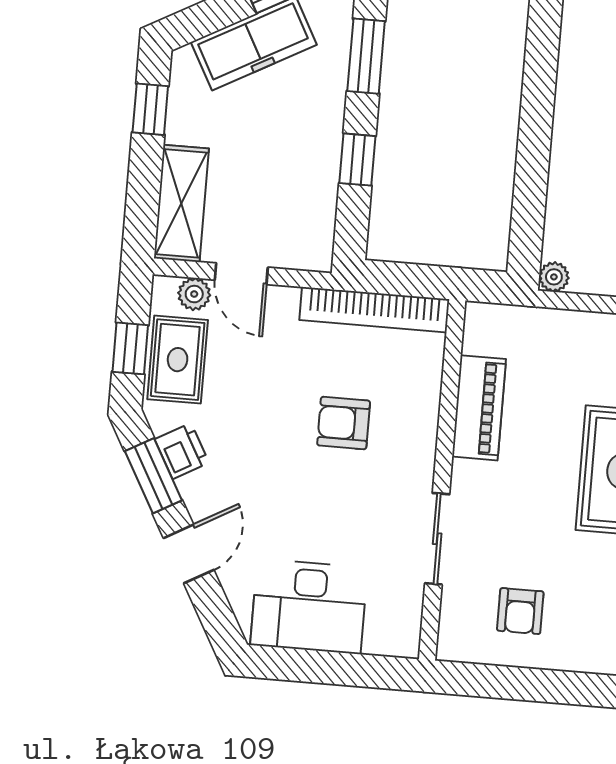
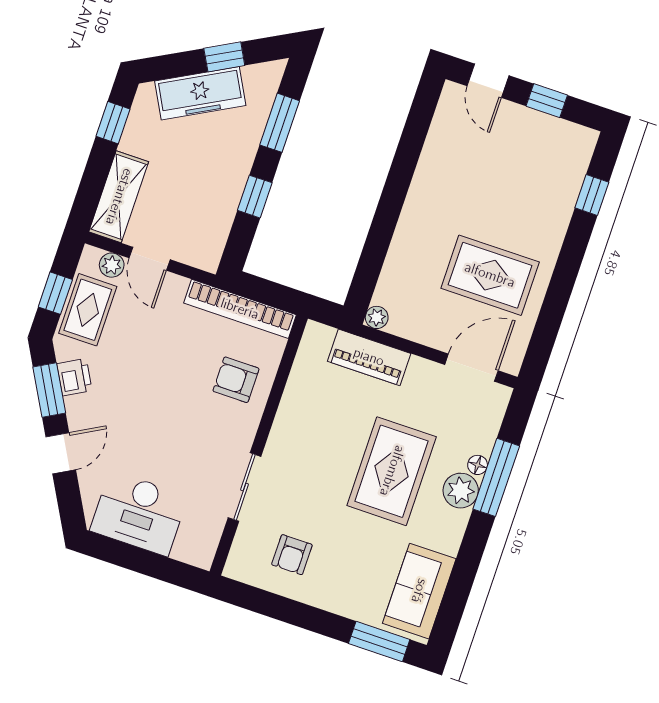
piano: (479, 408) -> (369, 357), moved, turned 90
armchair: (344, 423) -> (236, 380), moved

